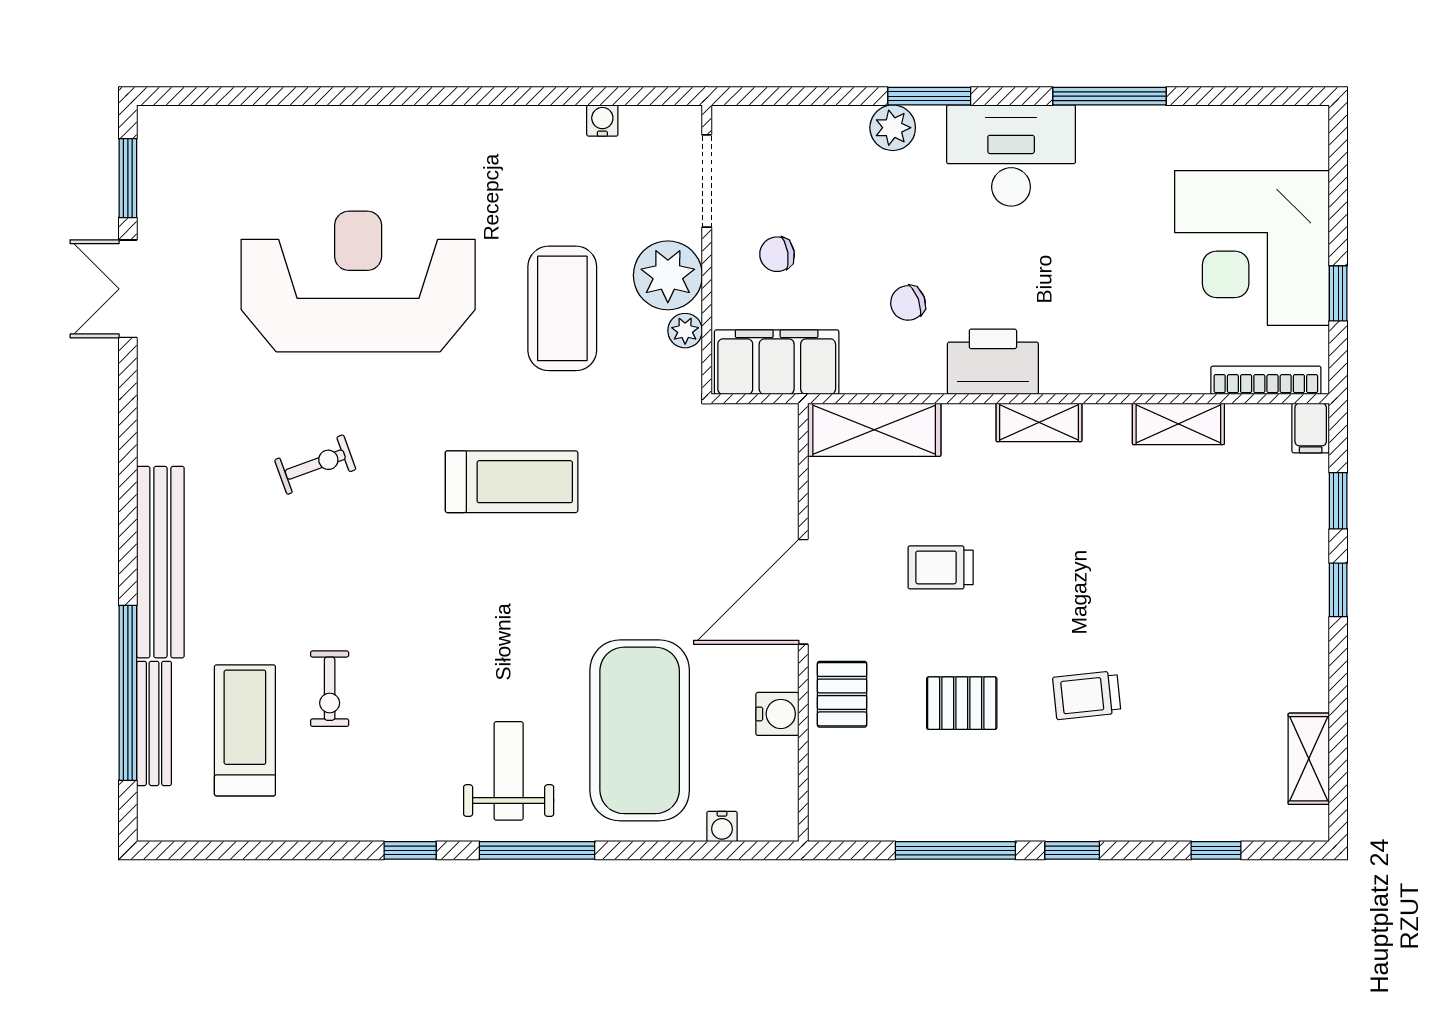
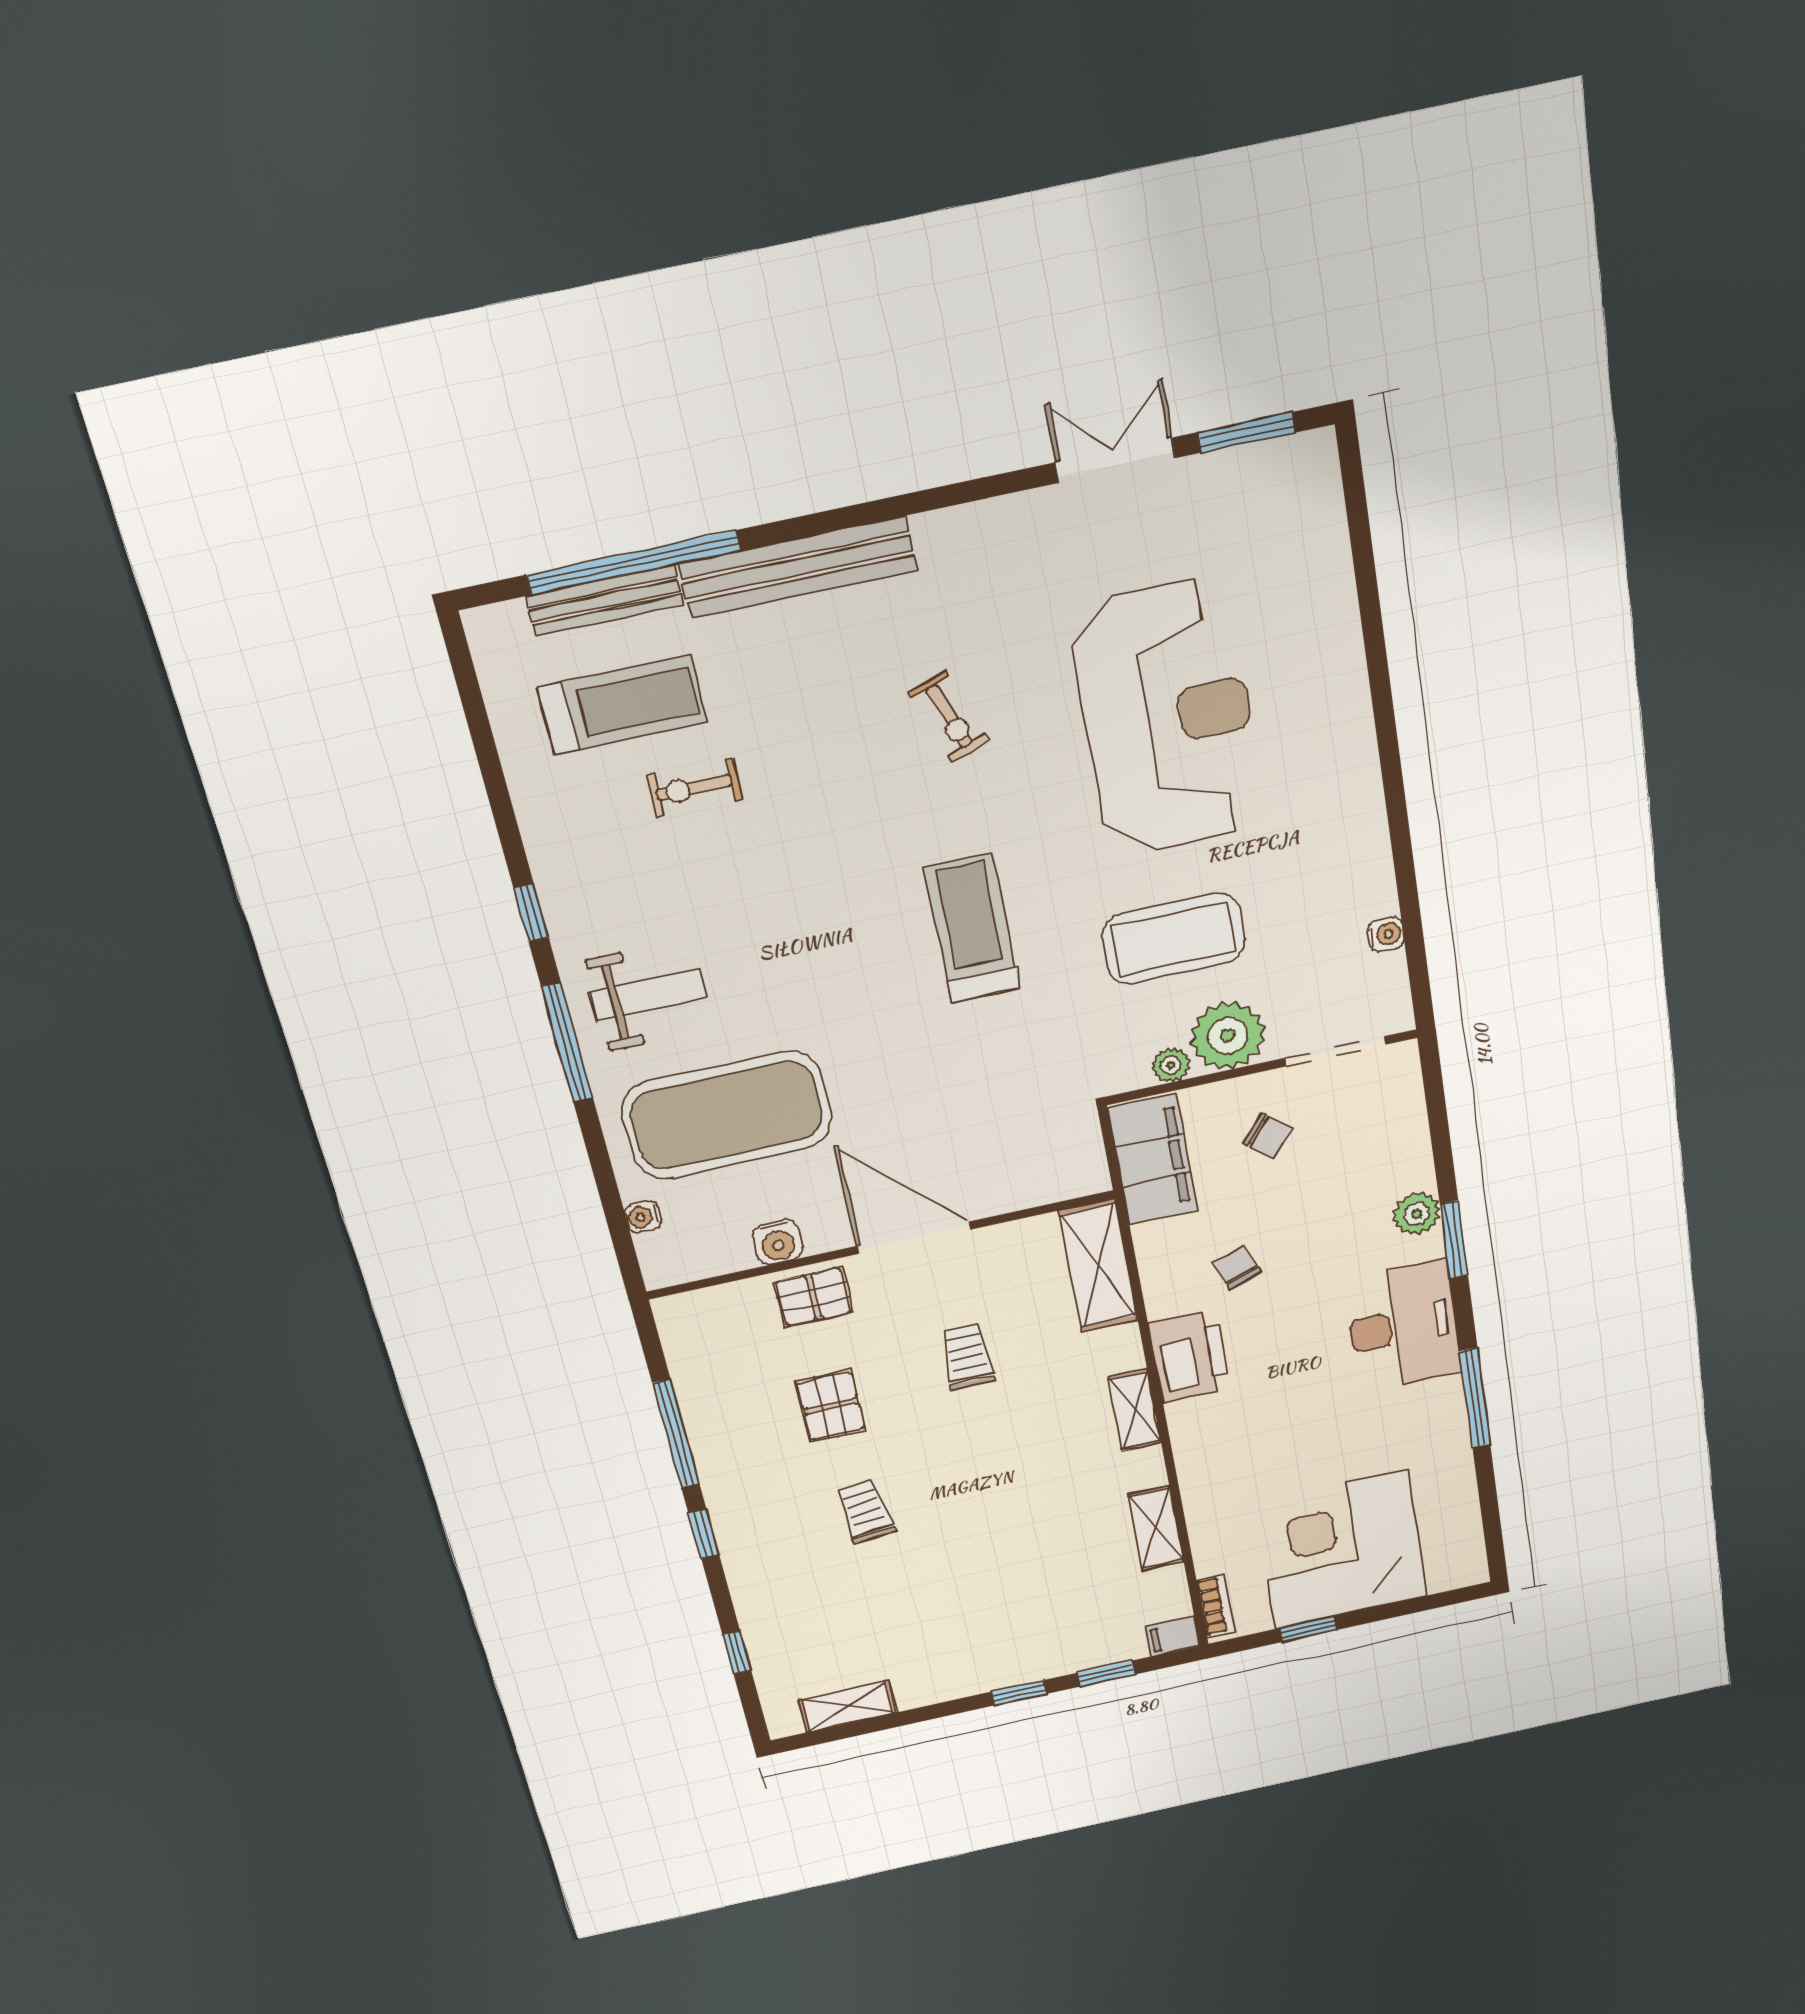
chair: (777, 254) -> (1267, 1135), turned 138
bookcase: (1266, 380) -> (1216, 1606), width x0.64
treadmill: (512, 482) -> (972, 928), turned 180

